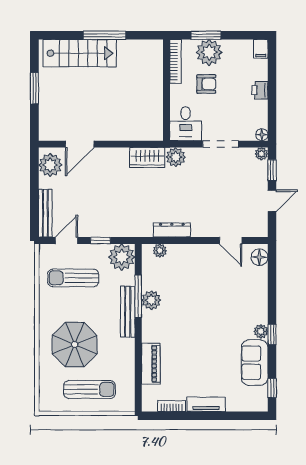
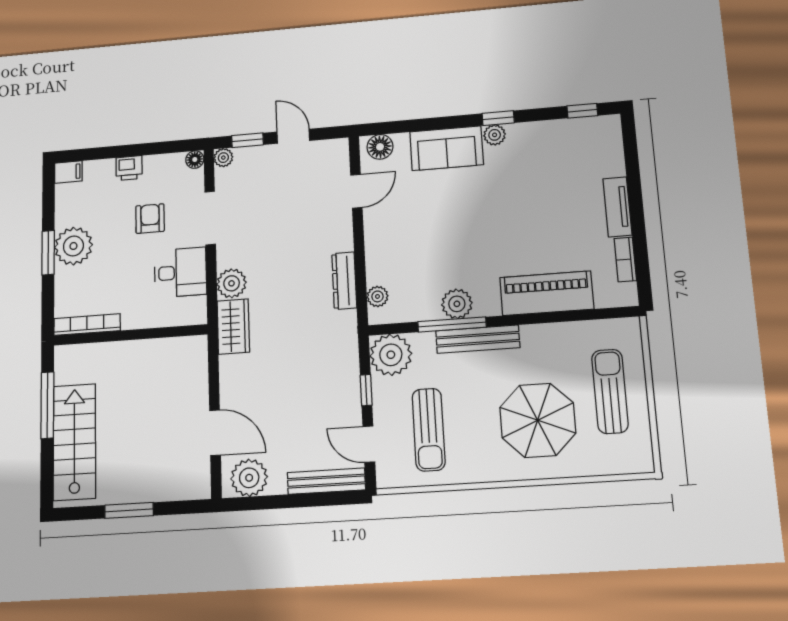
bookcase: (175, 61) -> (87, 325), moved
armchair: (206, 84) -> (150, 219), moved
wall: (166, 90) -> (130, 335), moved
sofa: (255, 363) -> (447, 148), moved
piano: (151, 364) -> (547, 293), width x1.37, depth x1.33

